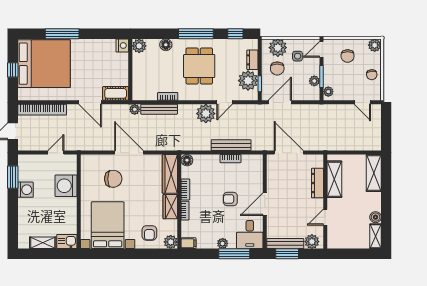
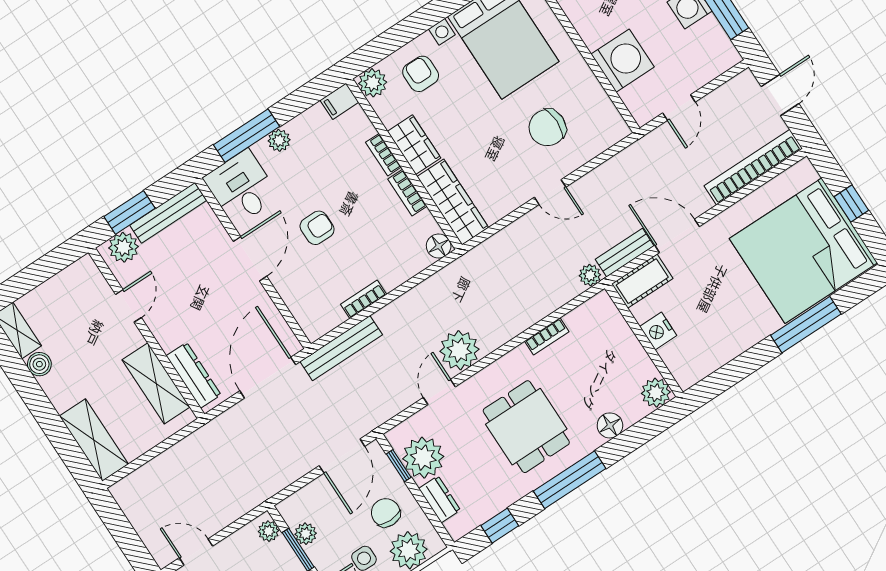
nightstand: (122, 45) -> (658, 331), moved
bench: (159, 109) -> (625, 253), moved, width x0.73
bench: (231, 145) -> (341, 348), moved
door: (129, 153) -> (550, 192), width x0.53
door: (289, 153) -> (268, 378), swing flipped
dresser: (317, 183) -> (194, 375), moved
window: (287, 254) -> (130, 212), moved

